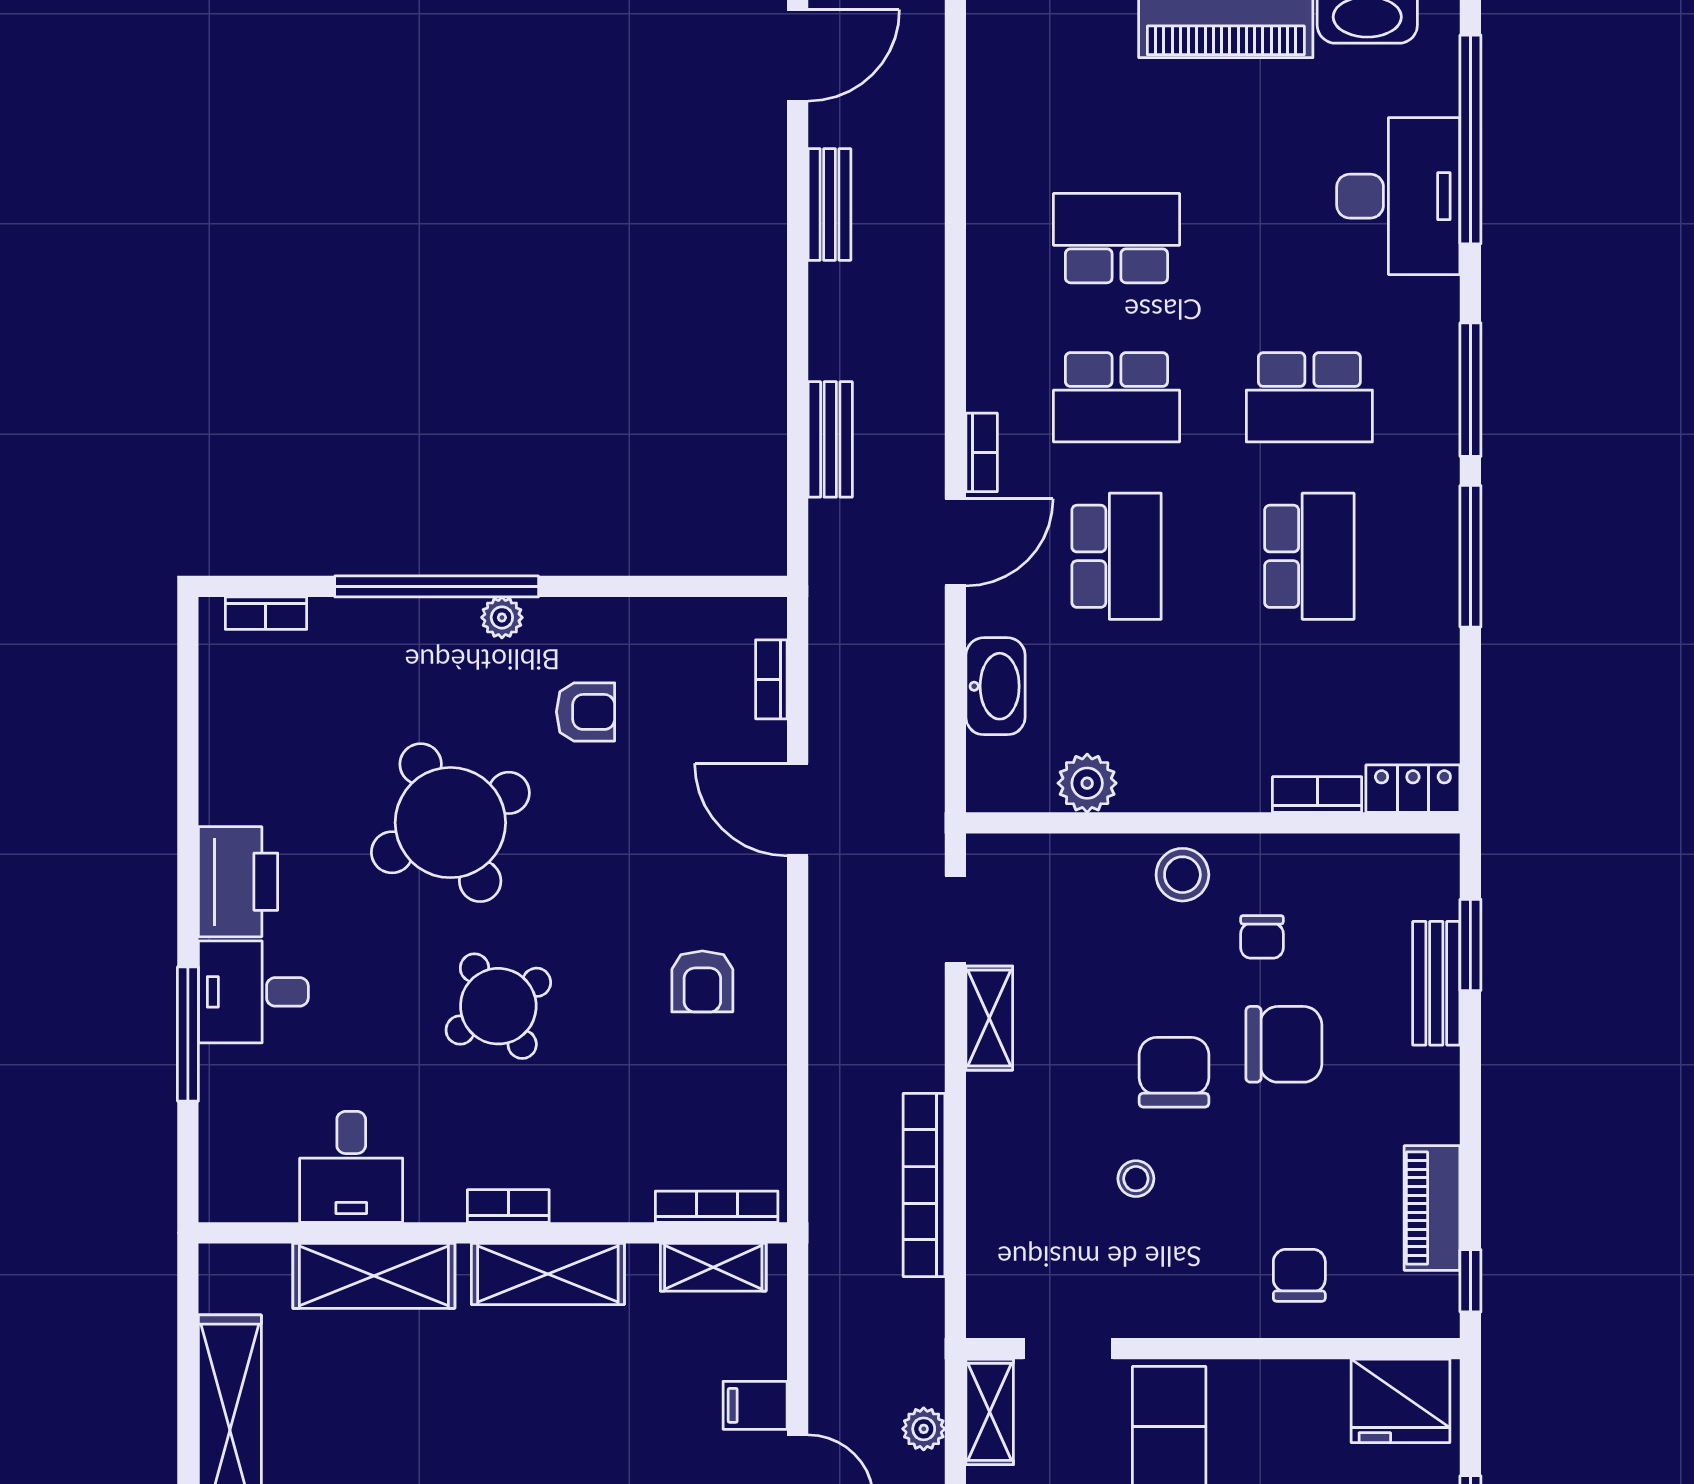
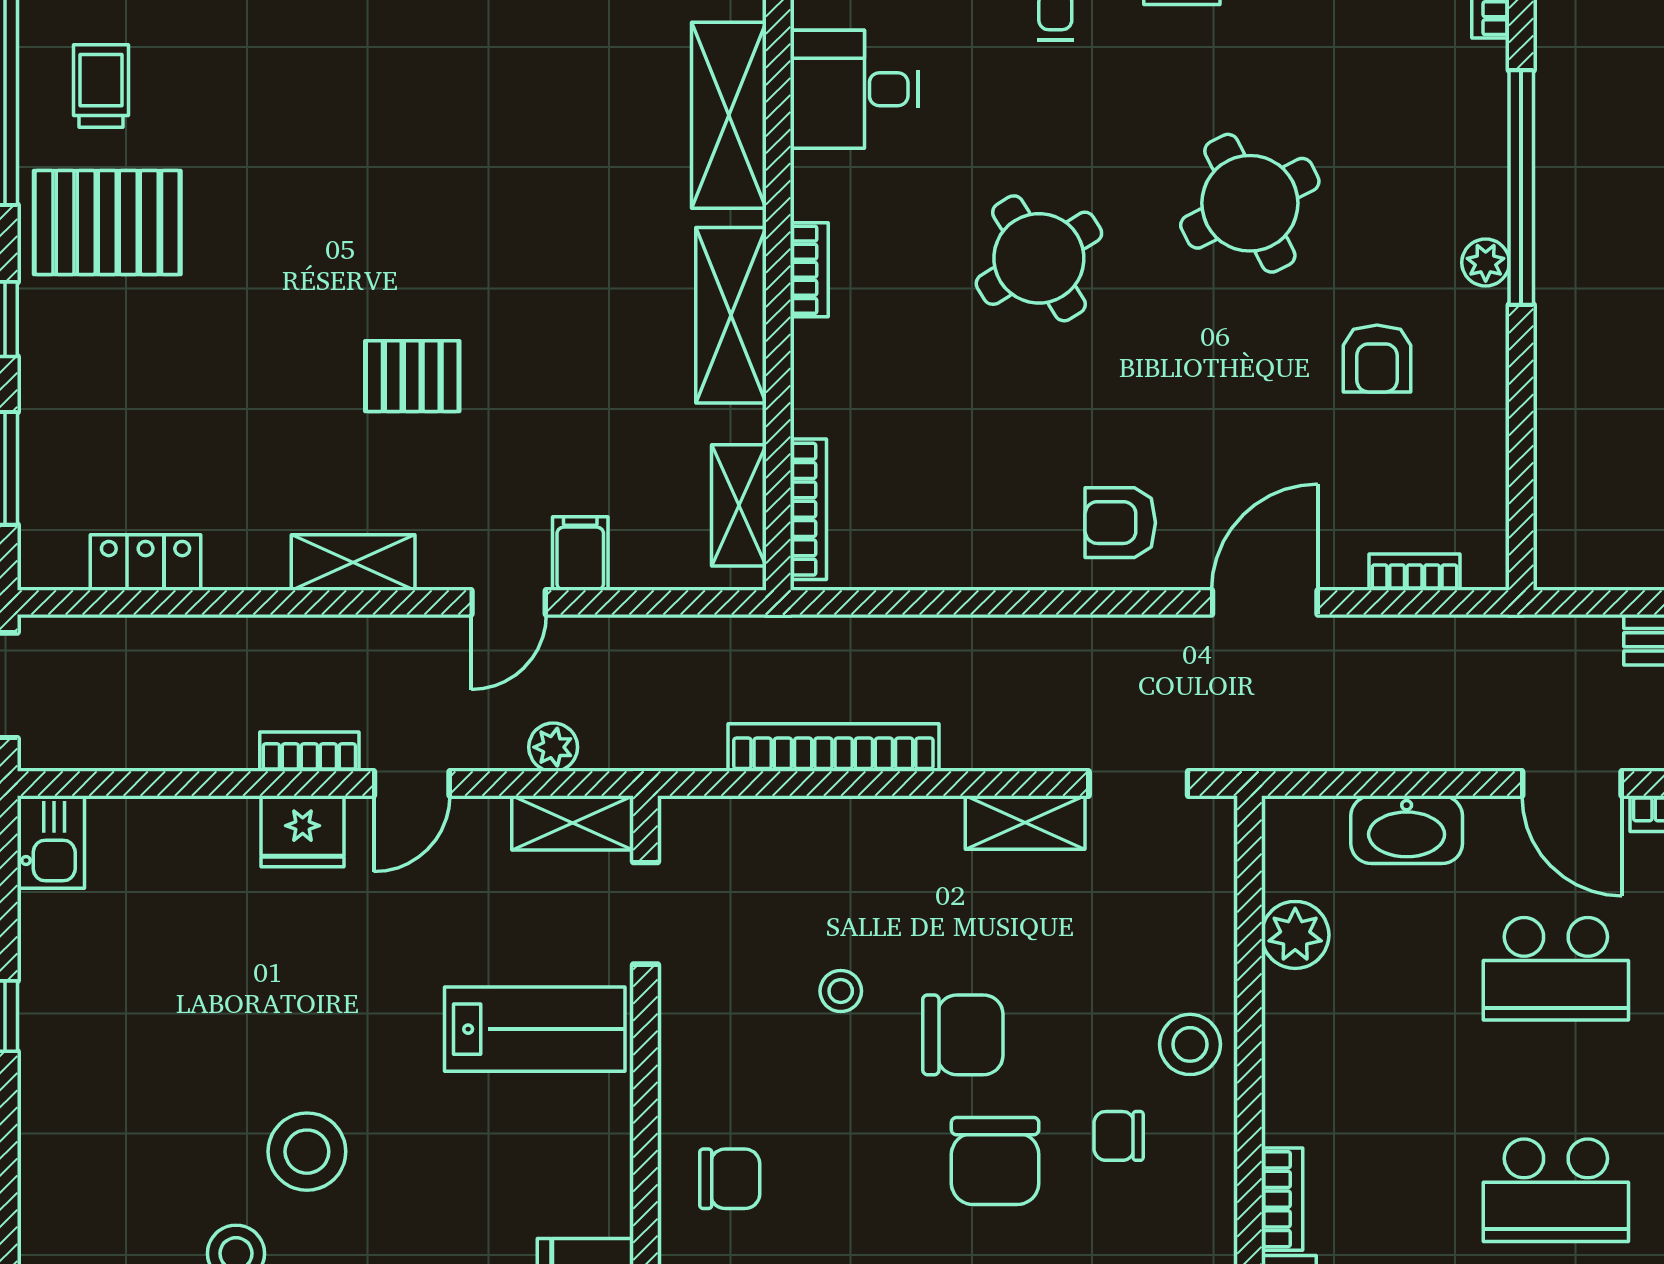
round table: (450, 823) -> (1250, 203), width x0.73, depth x0.73
armchair: (702, 981) -> (1120, 523), moved

